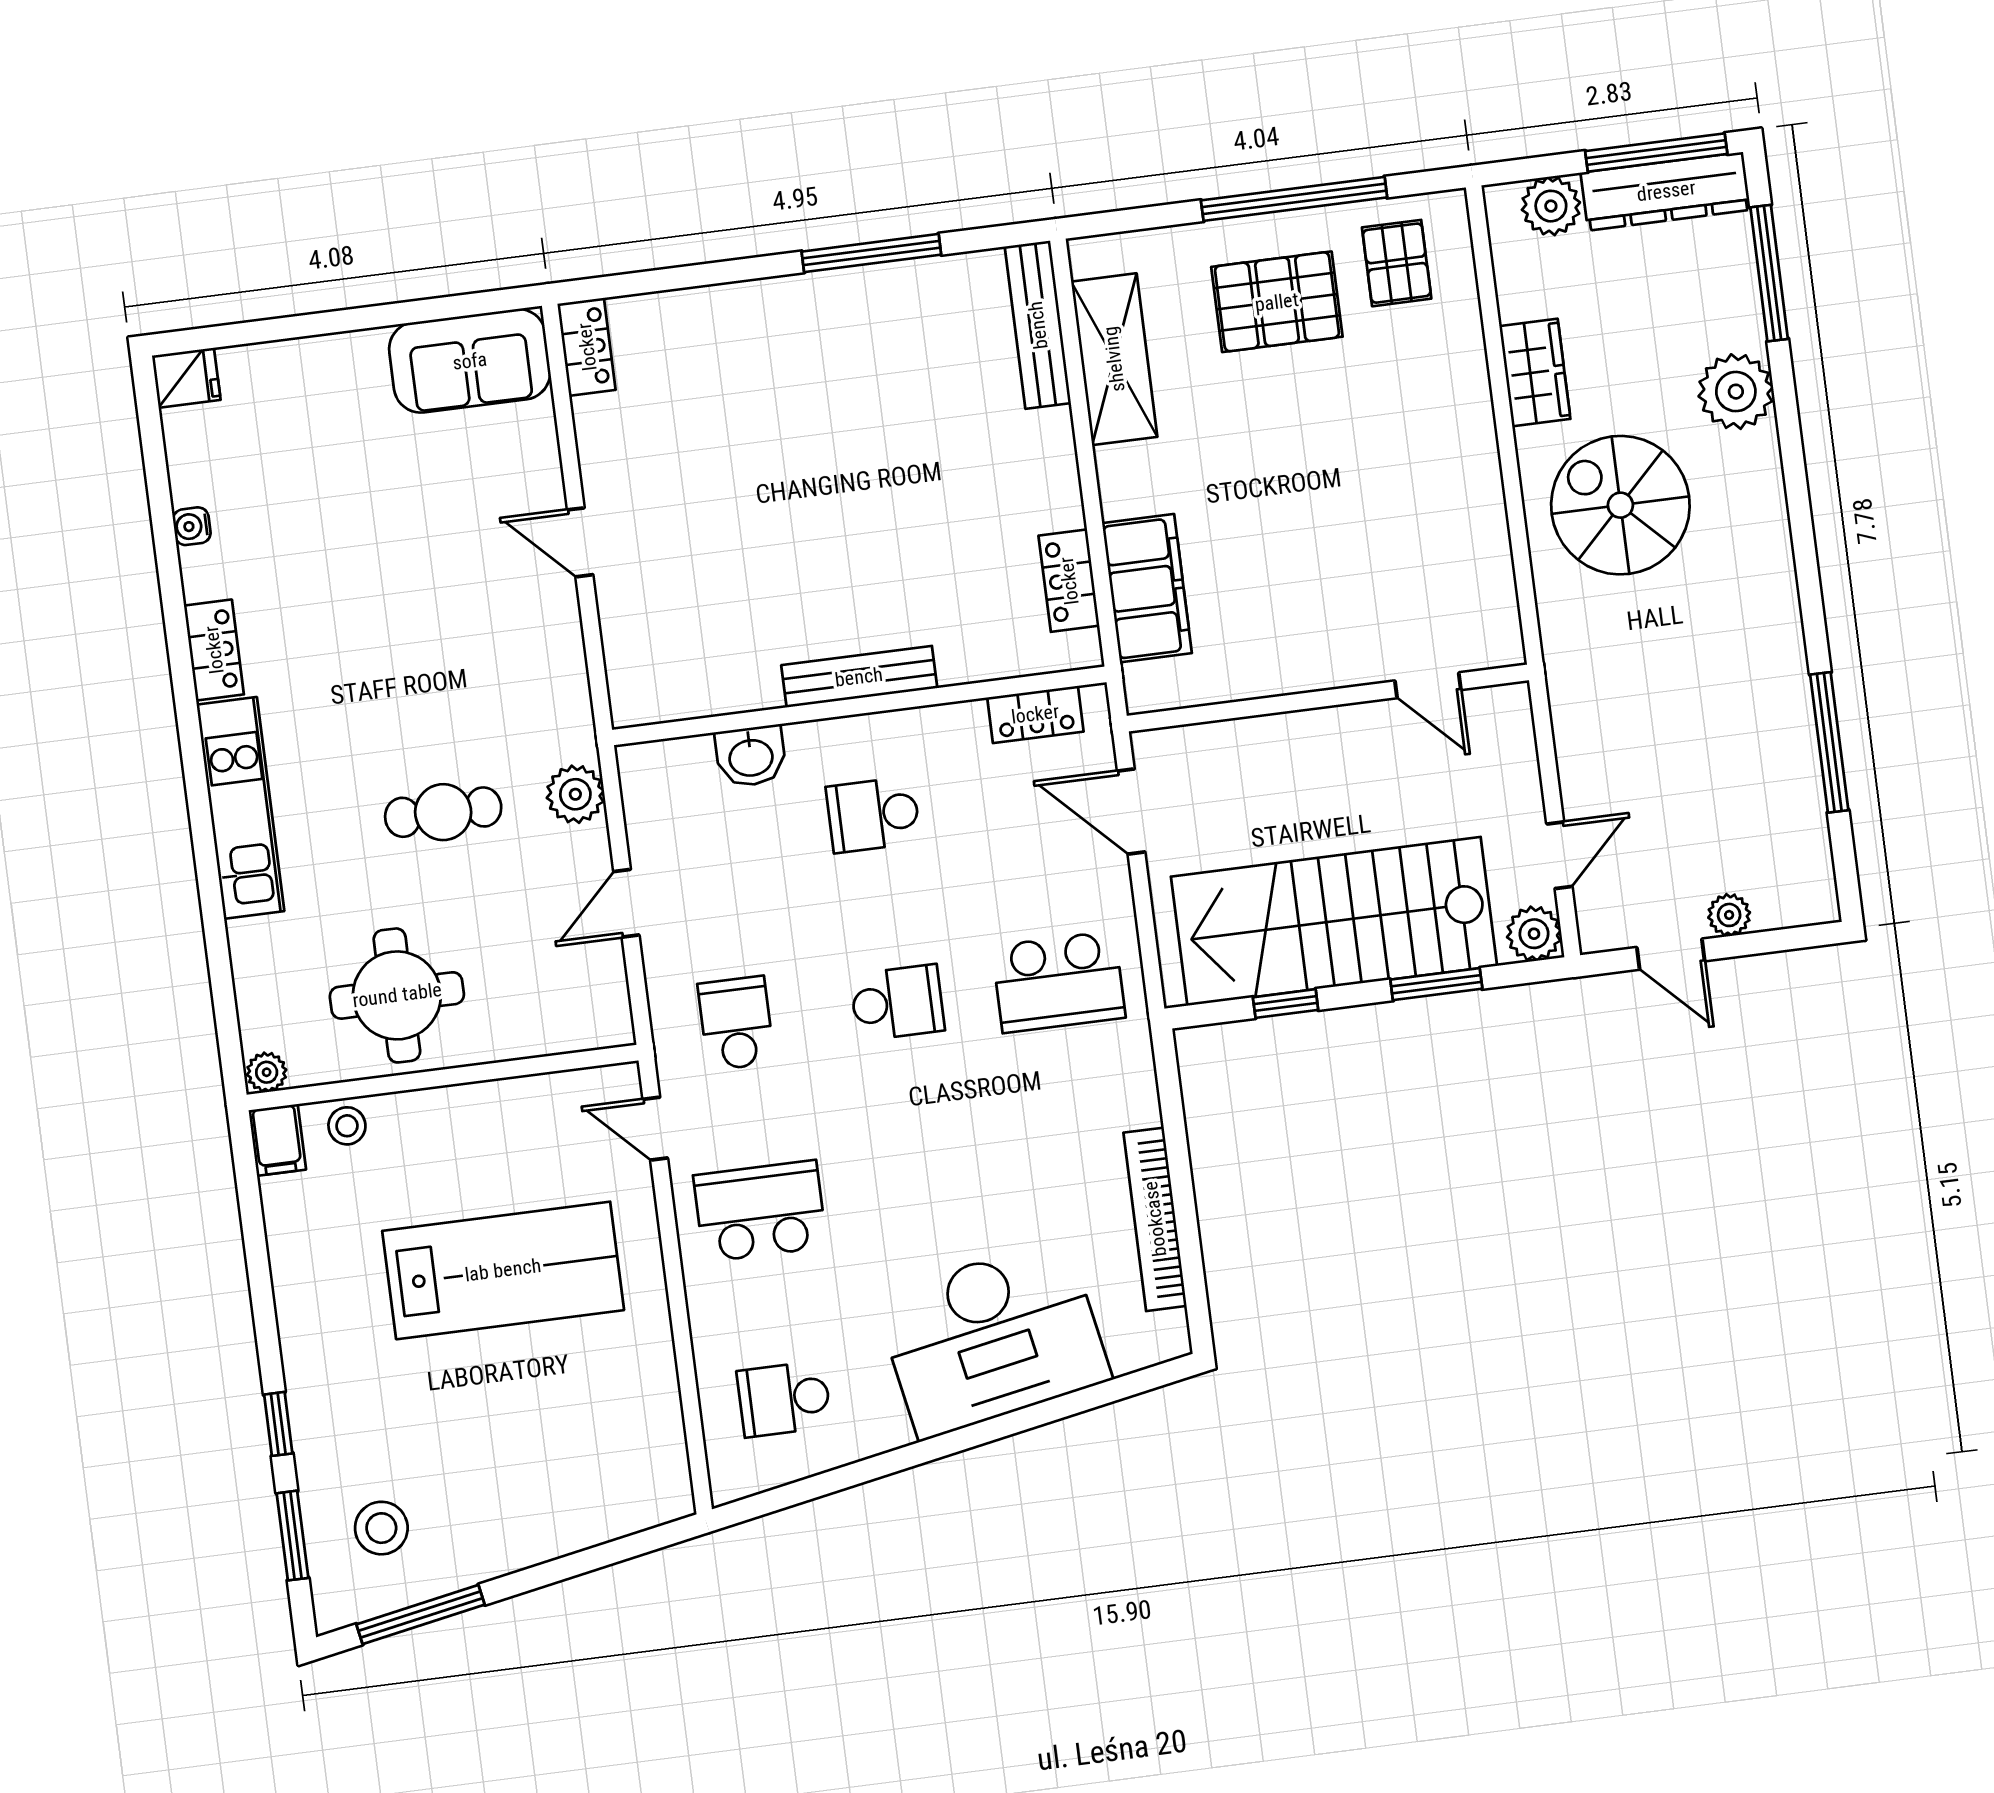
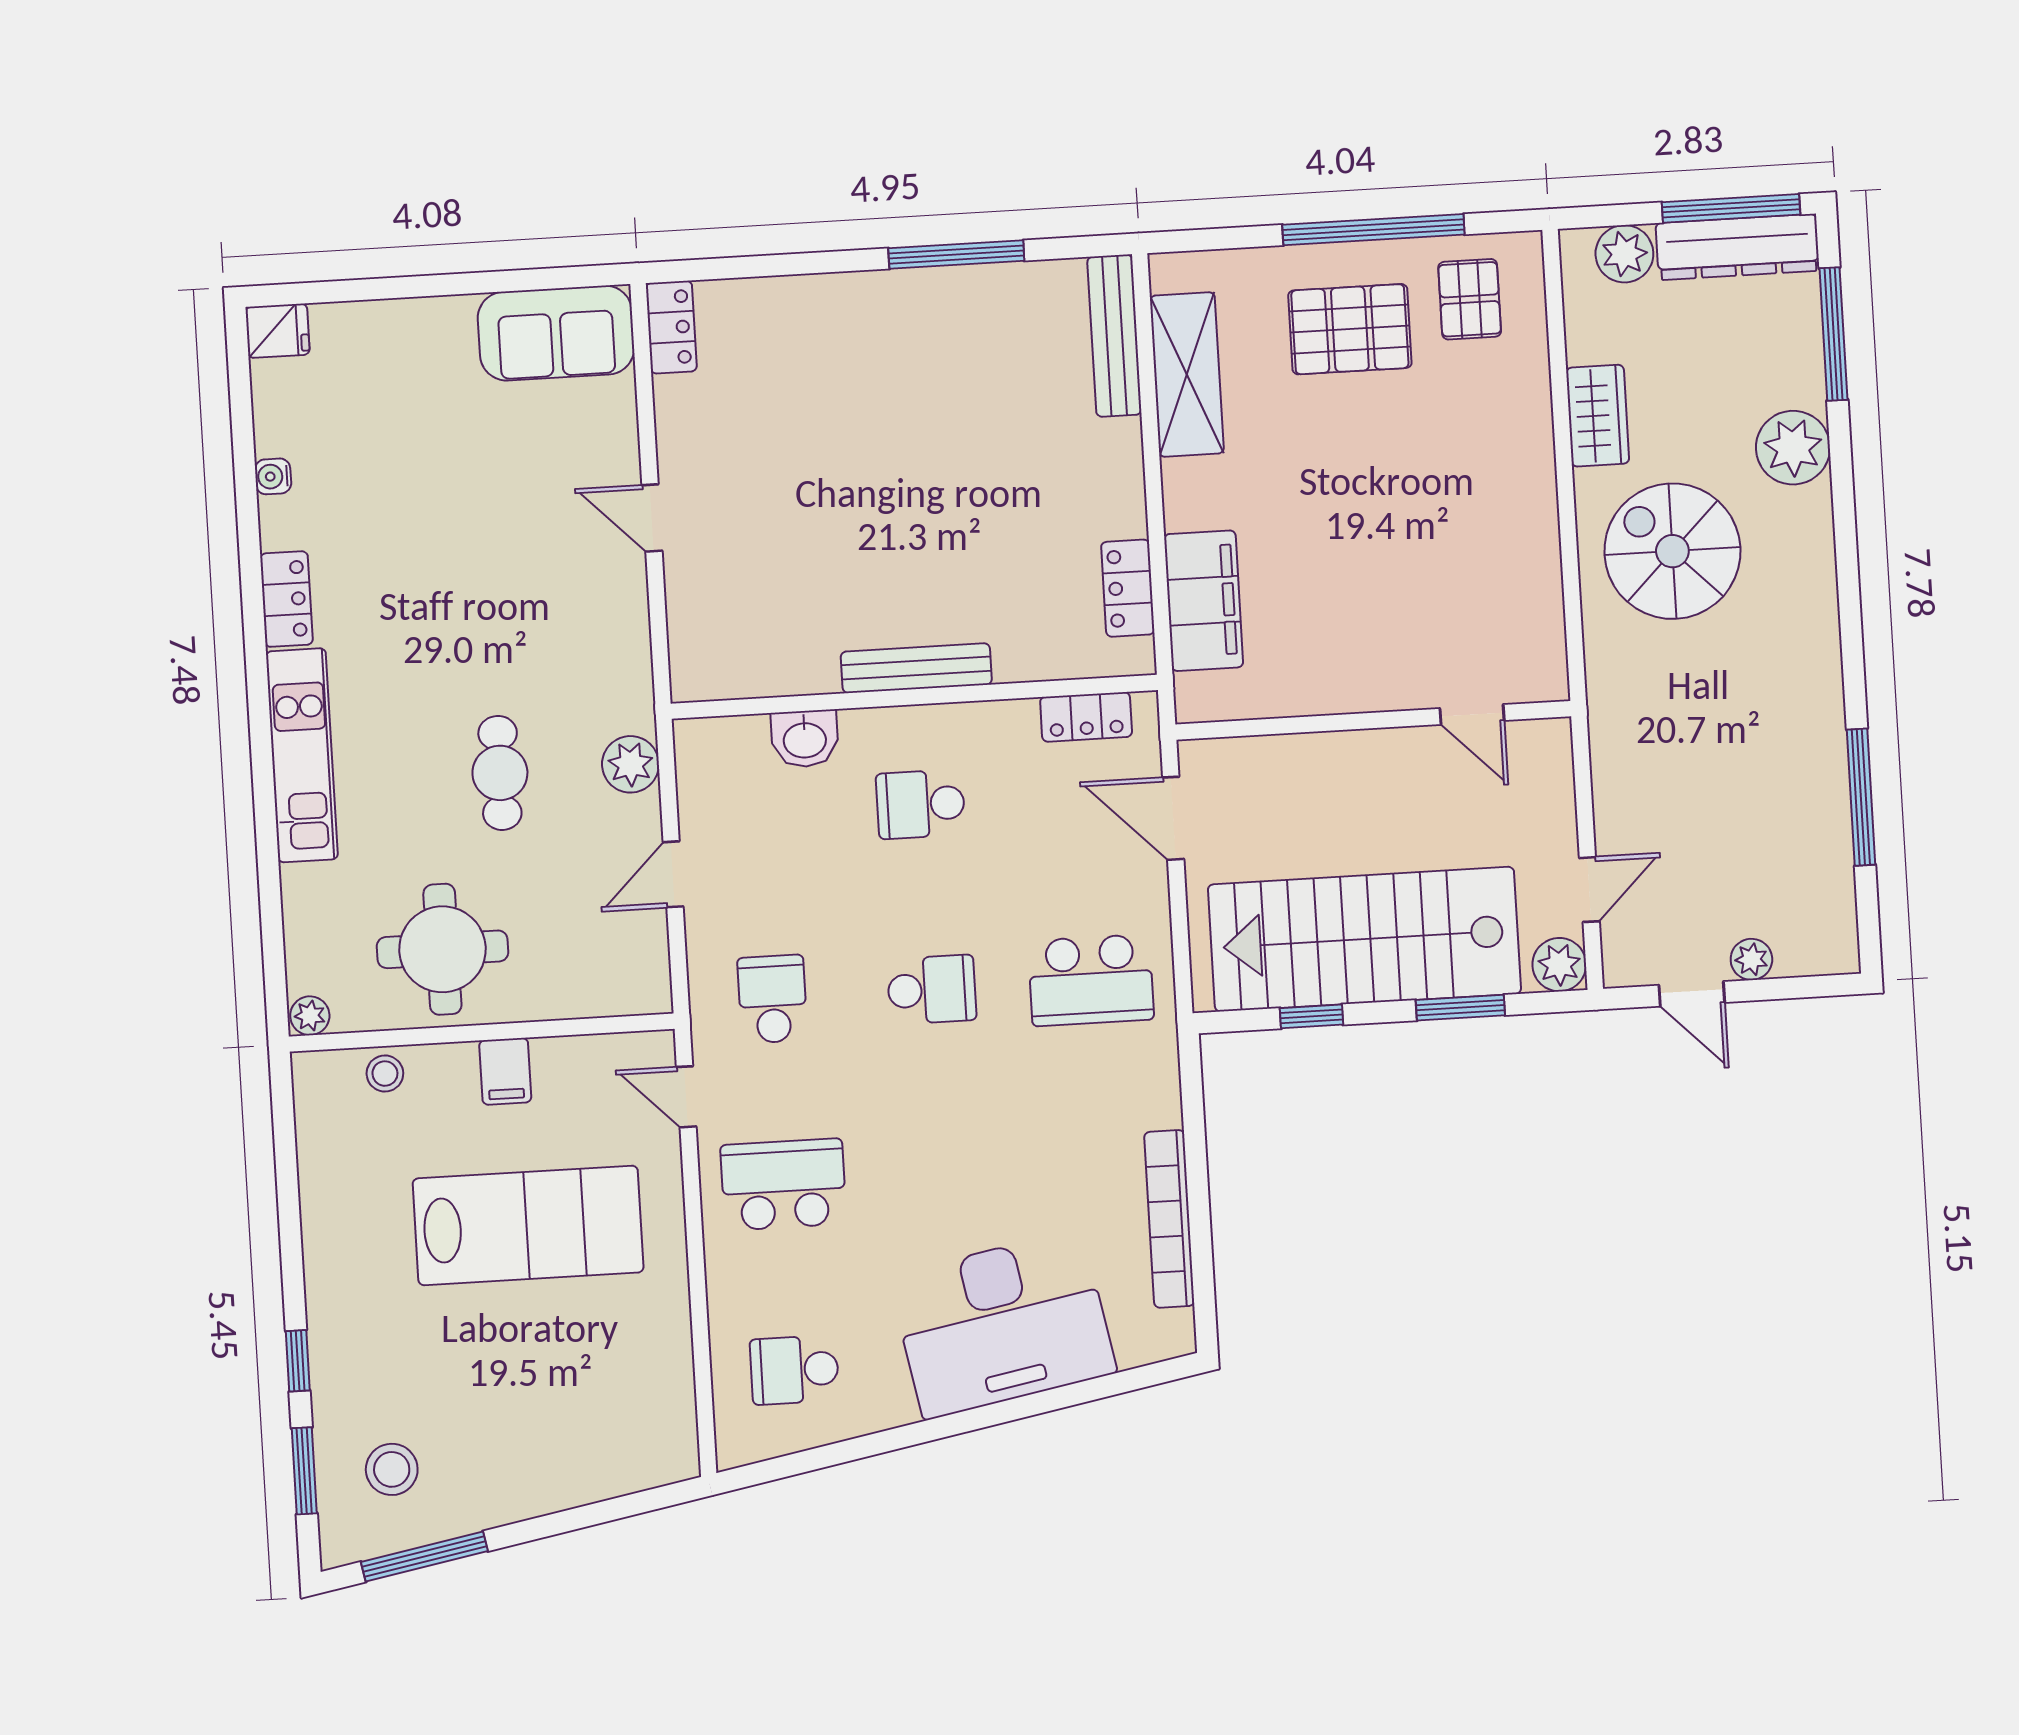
cafe table: (443, 812) -> (500, 773), turned 90
filing cabinet: (277, 1140) -> (505, 1071), moved

